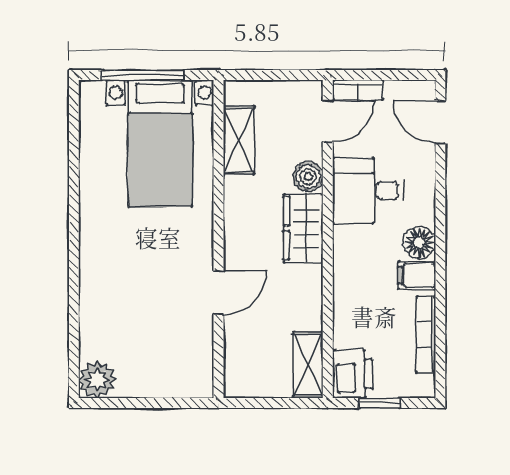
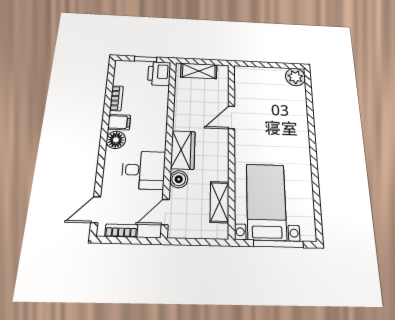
bookcase: (358, 90) -> (121, 231), moved
door: (440, 122) -> (96, 210), swing flipped
bookcase: (426, 334) -> (116, 98), width x0.64
shelving: (308, 365) -> (199, 71), moved, turned 90

